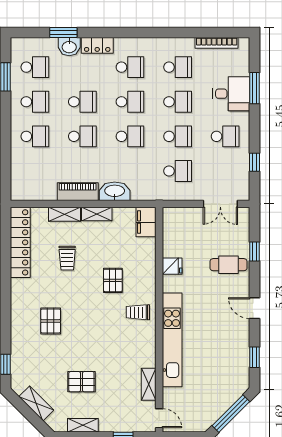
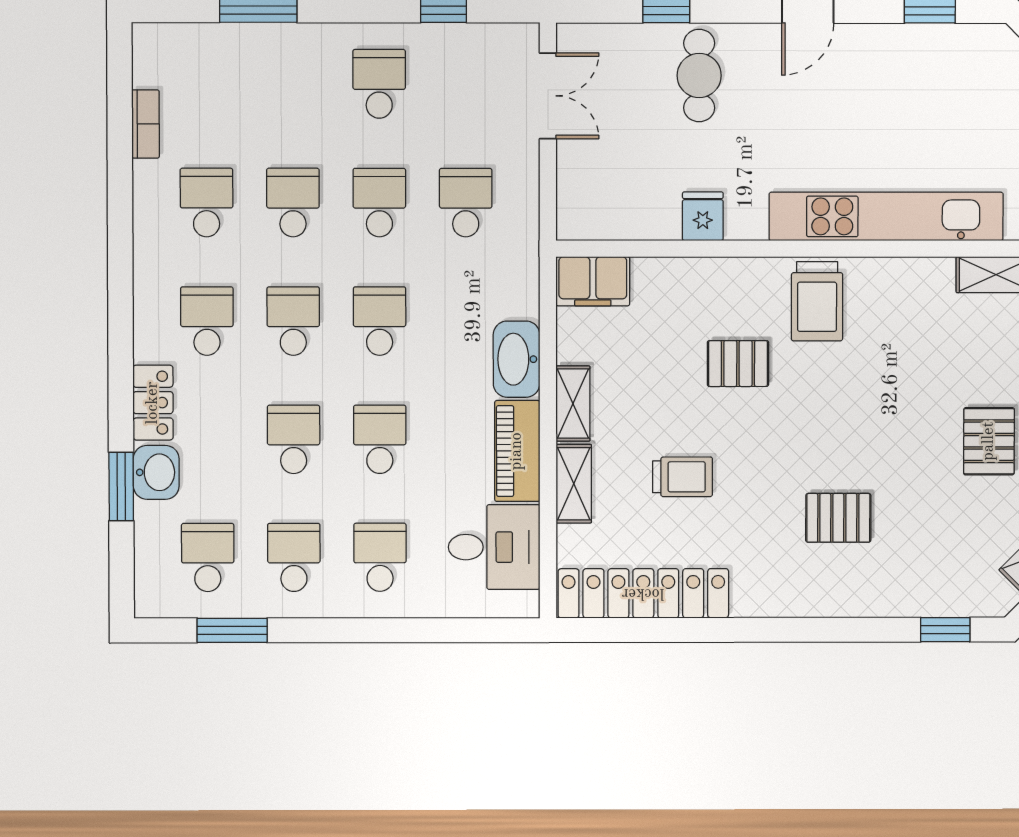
bookcase: (217, 43) -> (146, 124), width x0.64
desk: (231, 94) -> (494, 547), moved, turned 90
trolley: (138, 312) -> (817, 301), width x1.36, depth x1.39

